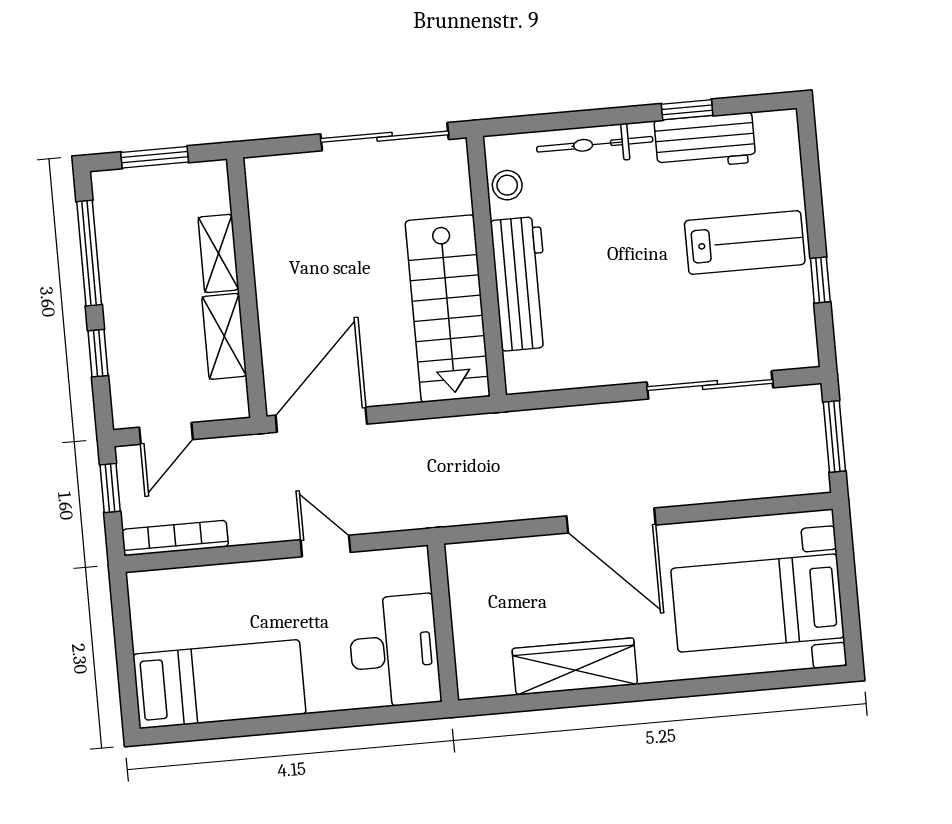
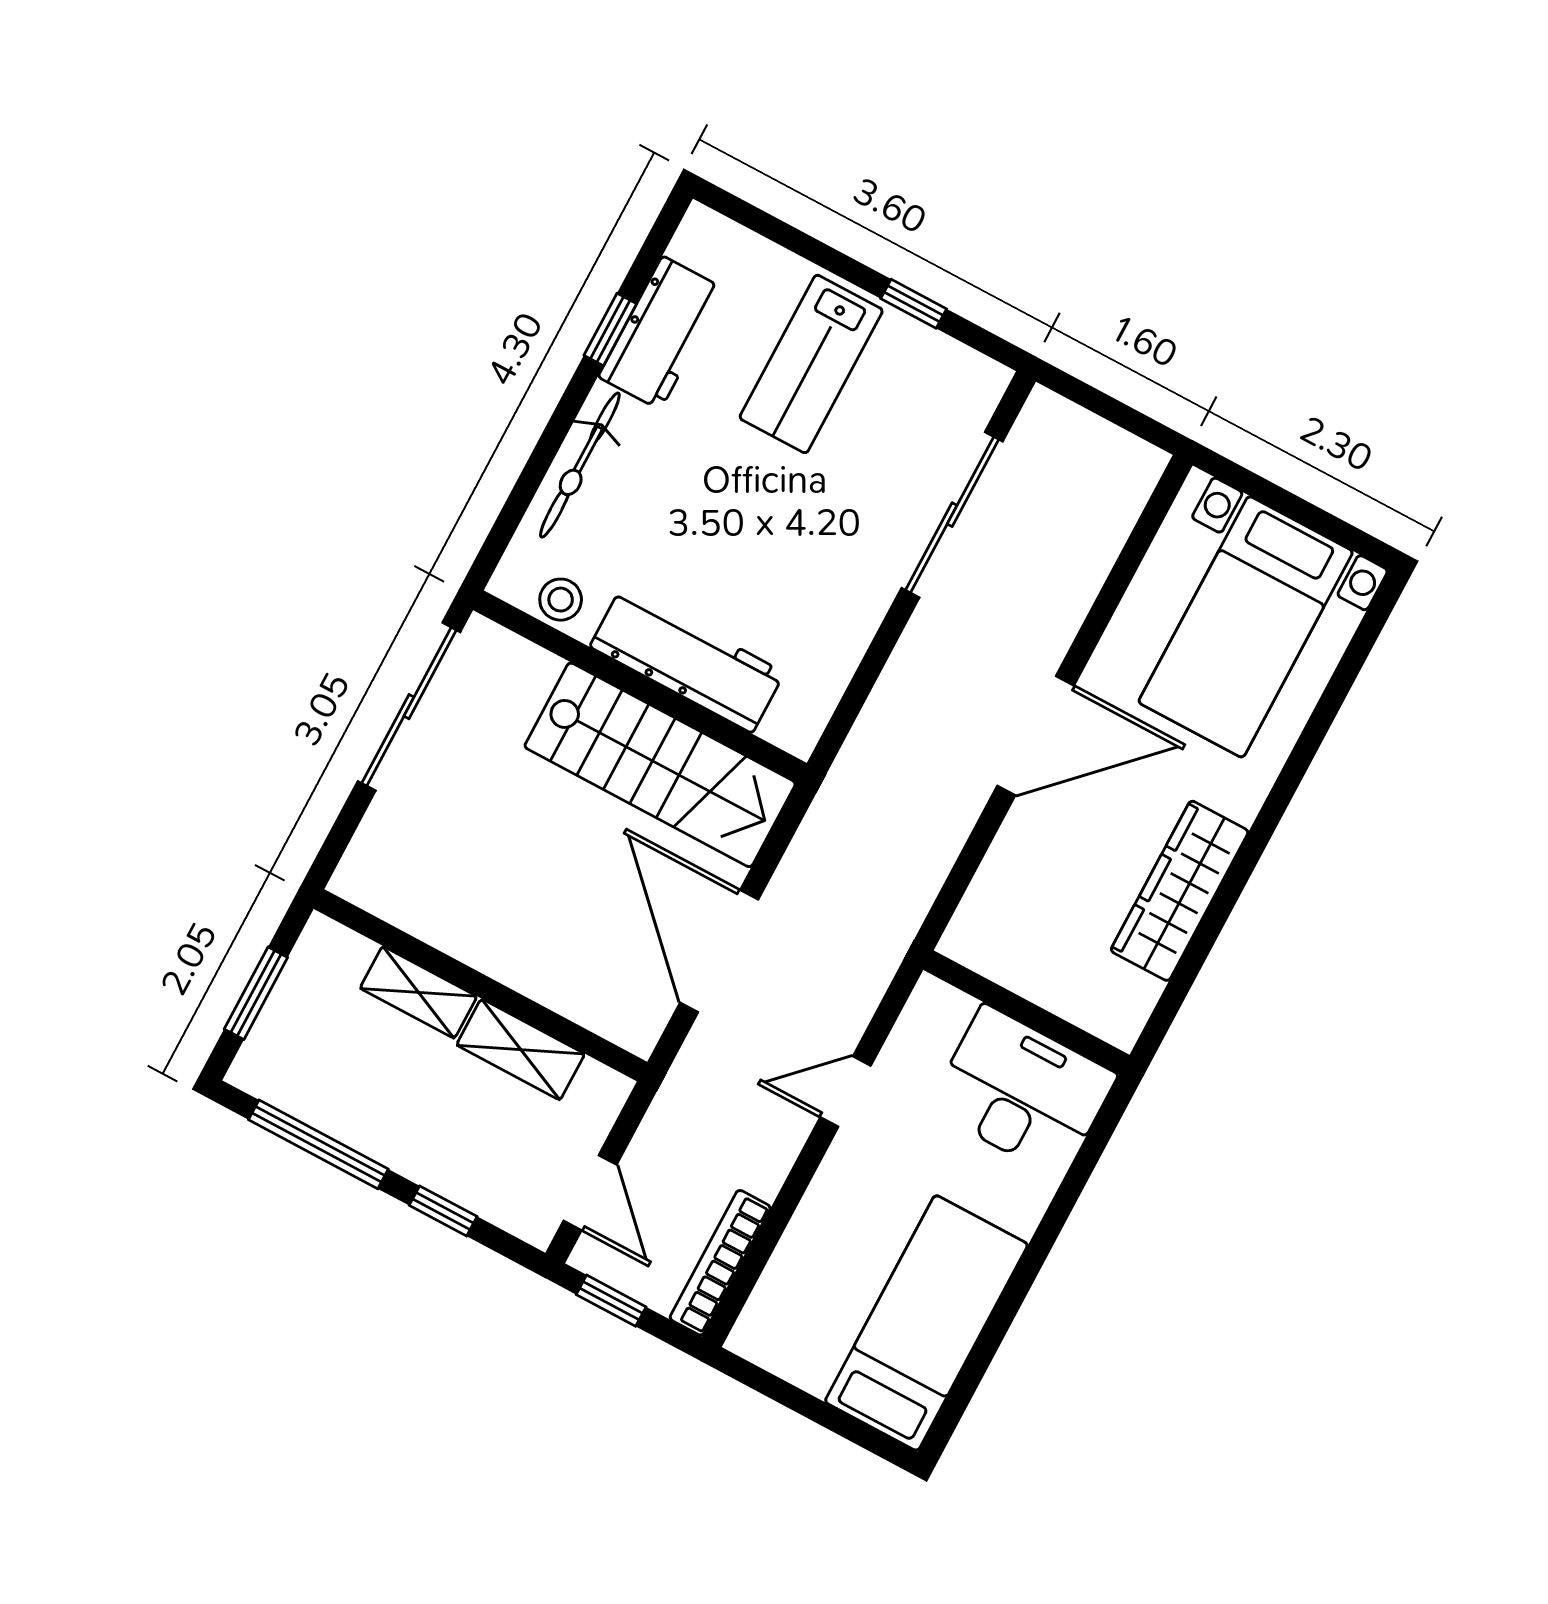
lab bench: (745, 242) -> (811, 364), turned 180
door: (321, 420) -> (719, 951), moved
window: (834, 436) -> (1109, 408), removed

